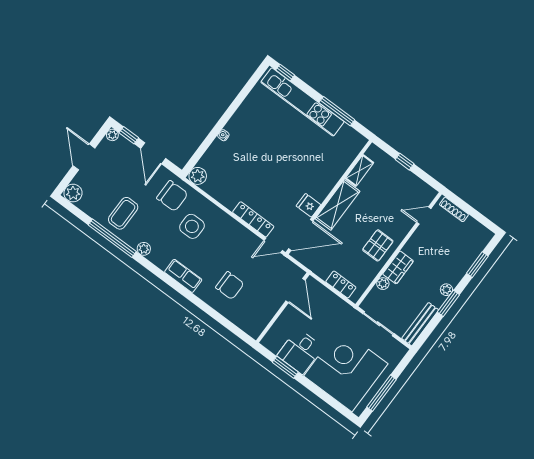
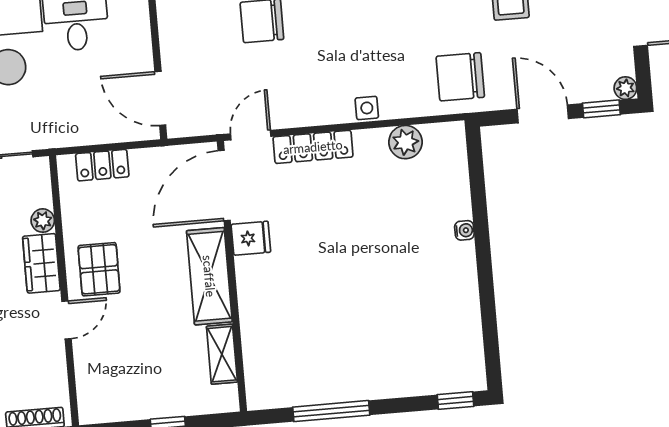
kitchen unit: (302, 102) -> (393, 380), removed
plant: (198, 176) -> (405, 142), moved
door: (424, 215) -> (66, 320), moved
side table: (192, 226) -> (367, 108), moved, width x0.54, depth x0.54

